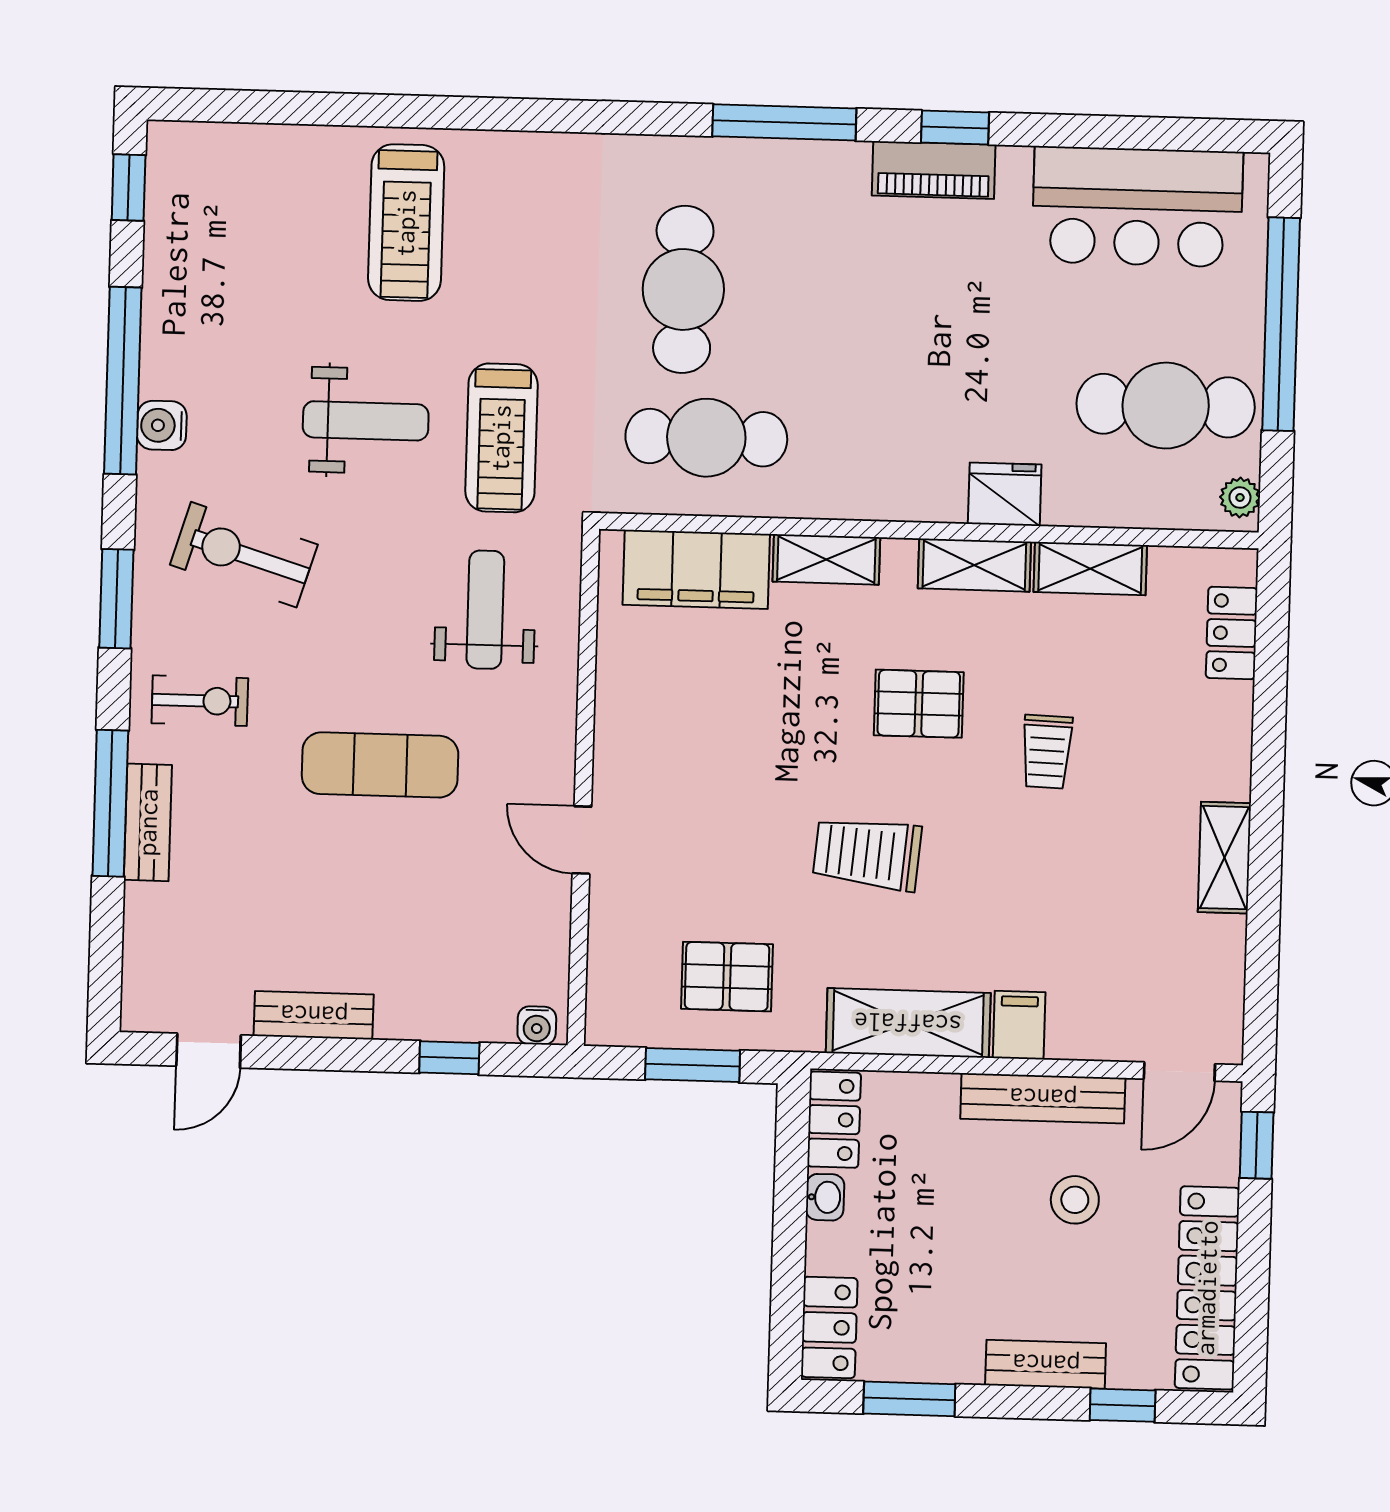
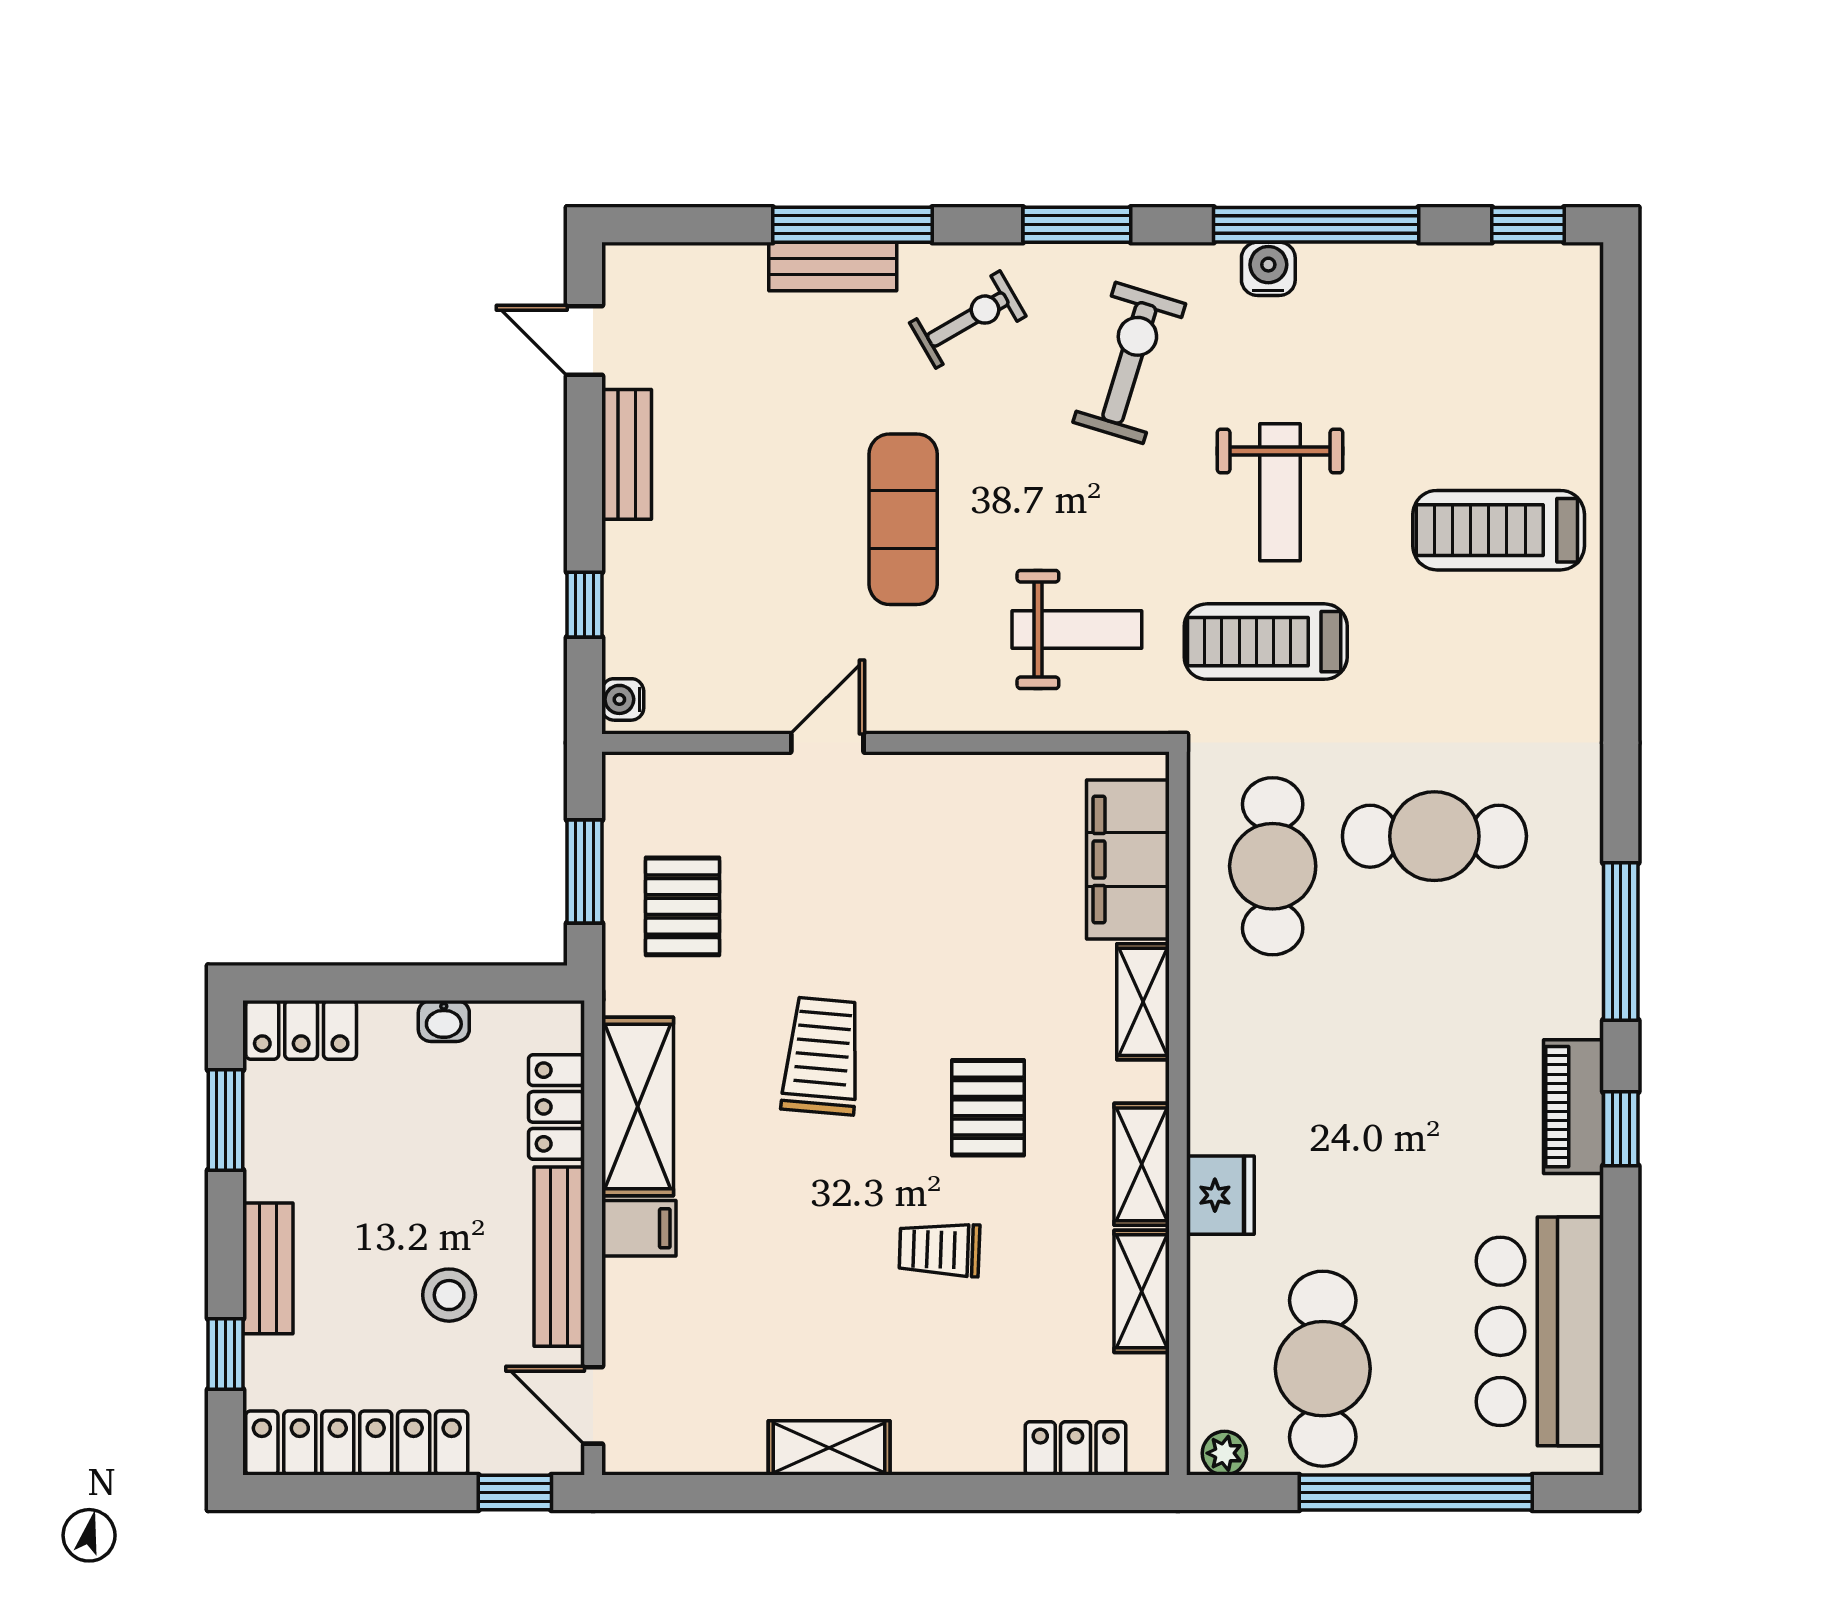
exercise bike: (200, 701) -> (968, 319), turned -120
locker: (834, 1120) -> (557, 1107), moved, turned 90

